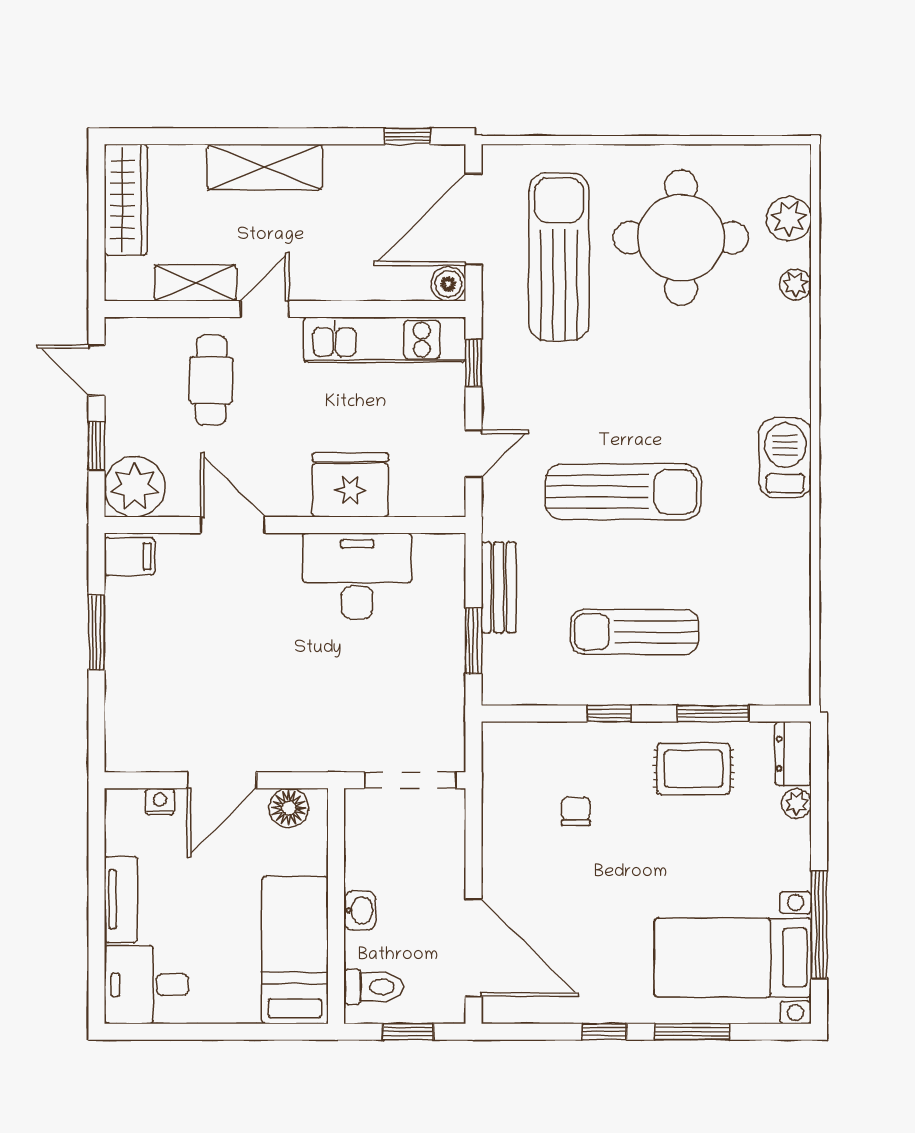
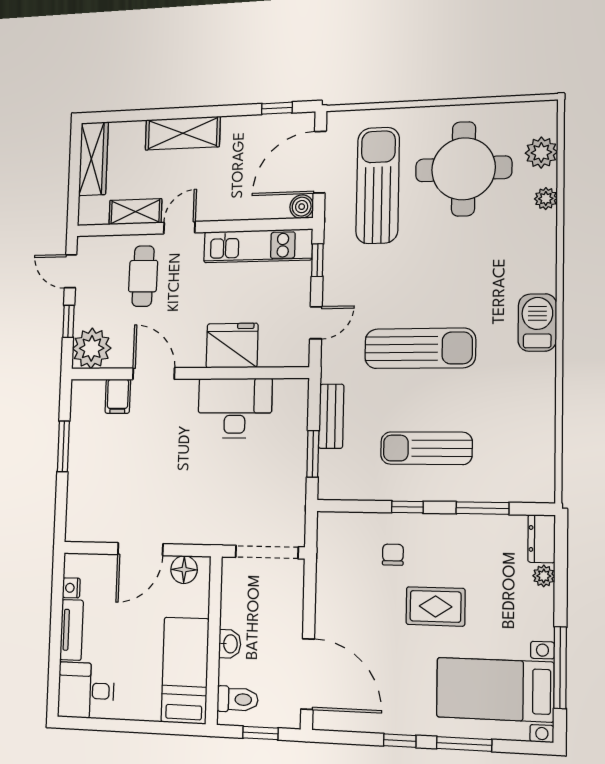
filing cabinet: (129, 556) -> (118, 396), moved, turned 90
rug: (693, 769) -> (436, 606), moved
nightstand: (160, 802) -> (71, 588), moved, turned -90
chair: (576, 811) -> (393, 555), moved

